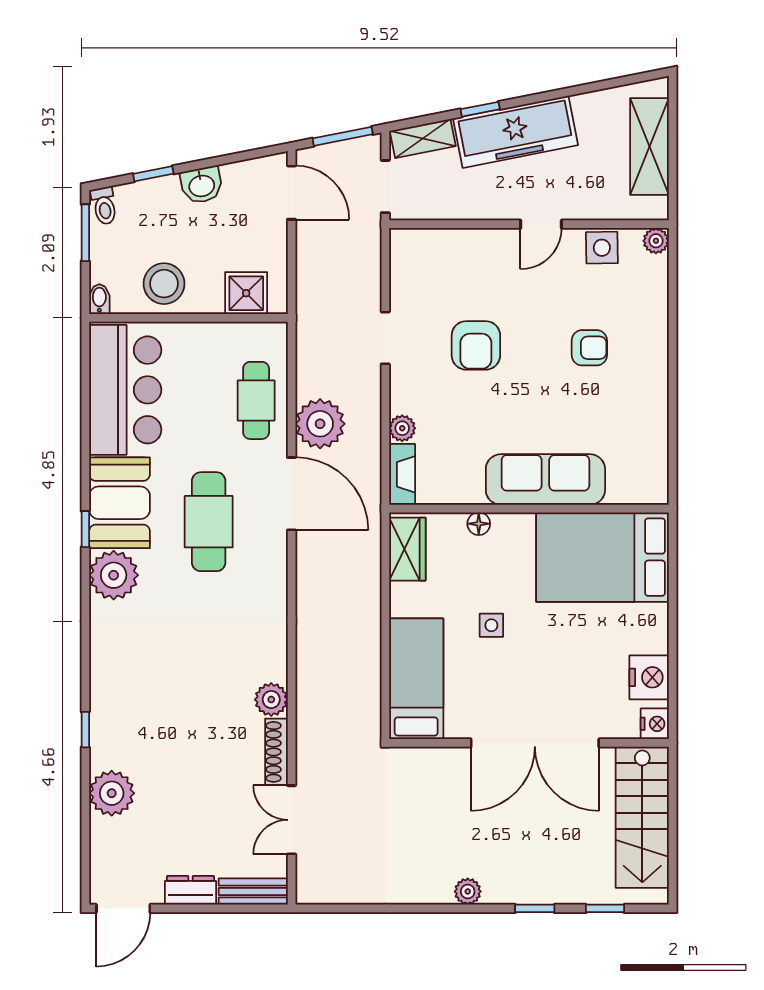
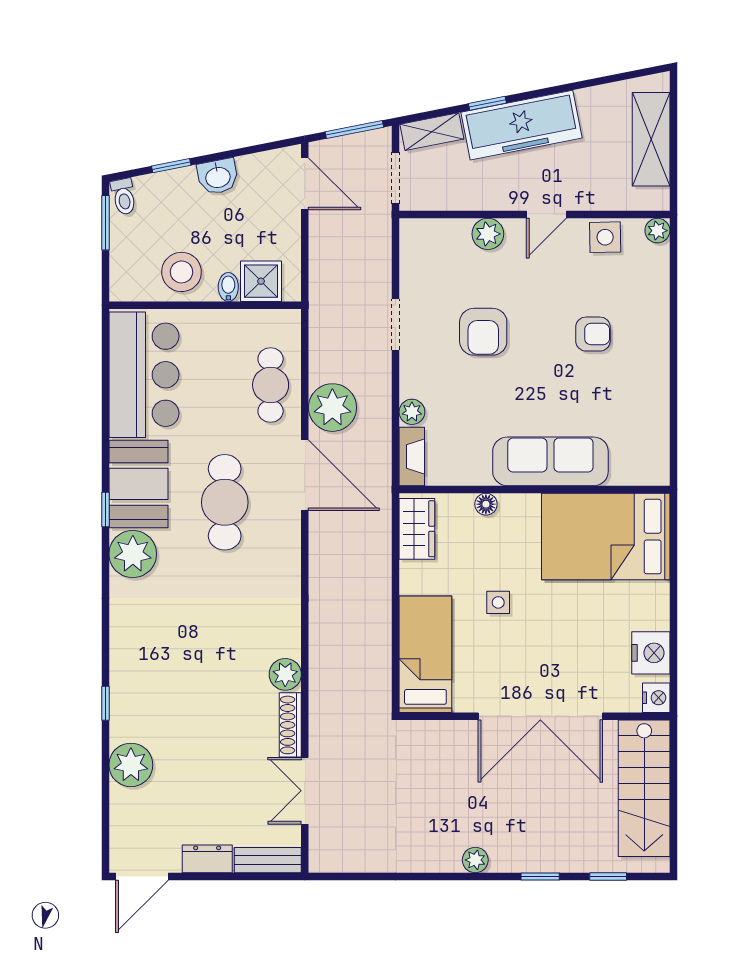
plant: (481, 244) -> (488, 234), added
bidet: (99, 299) -> (228, 287), moved

